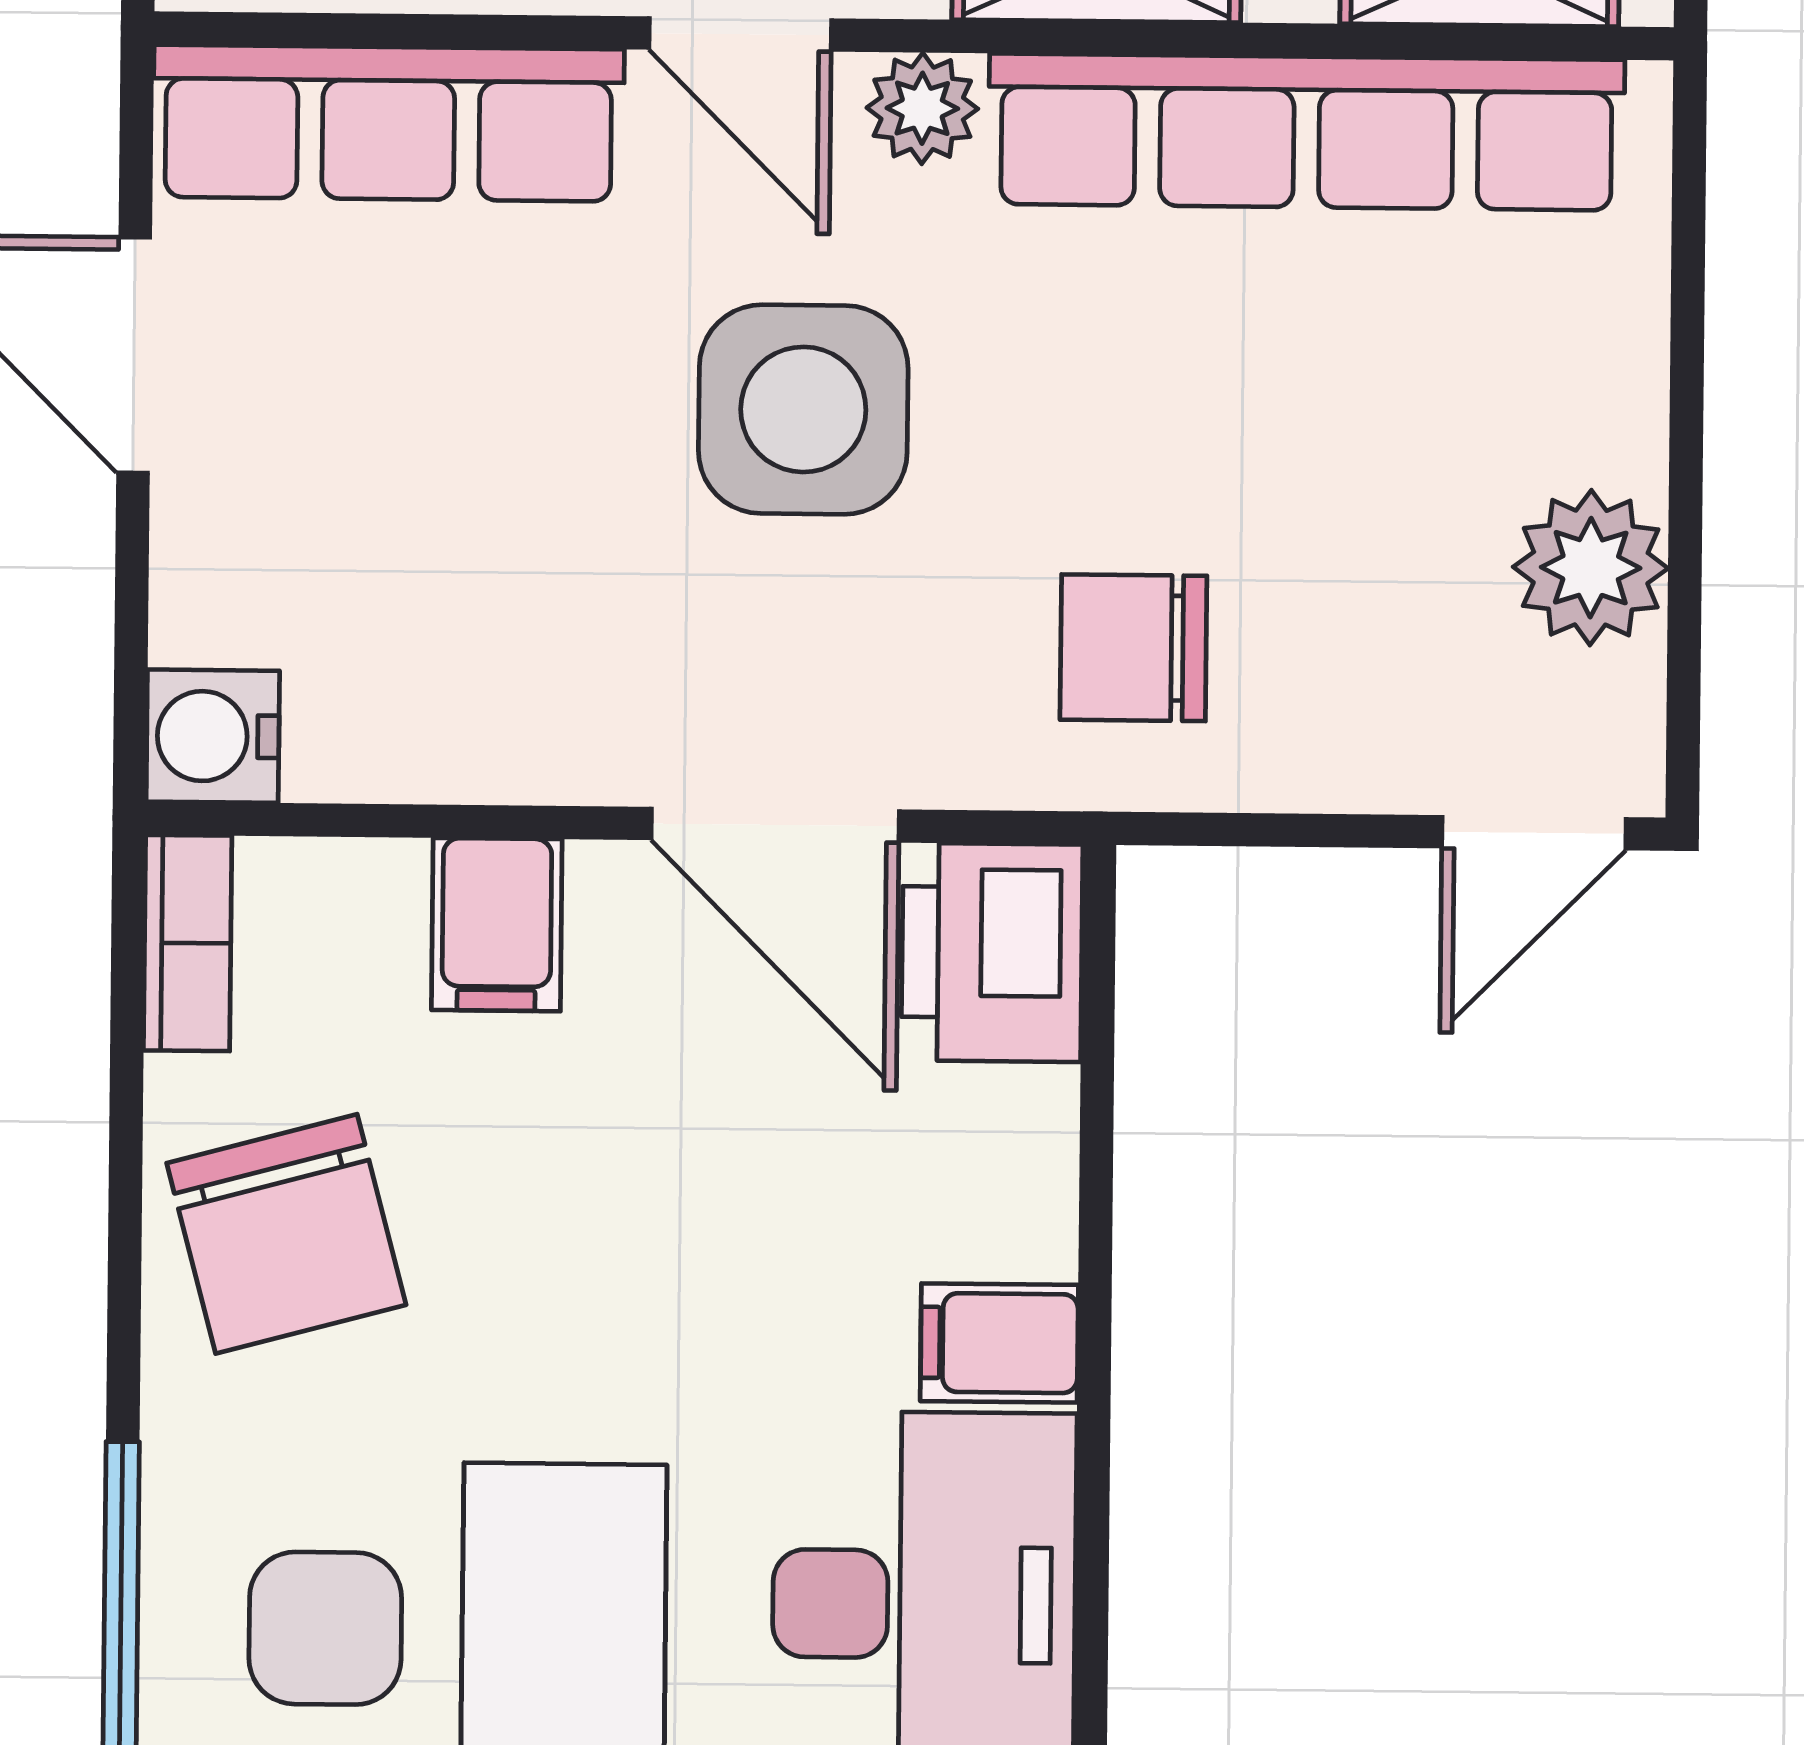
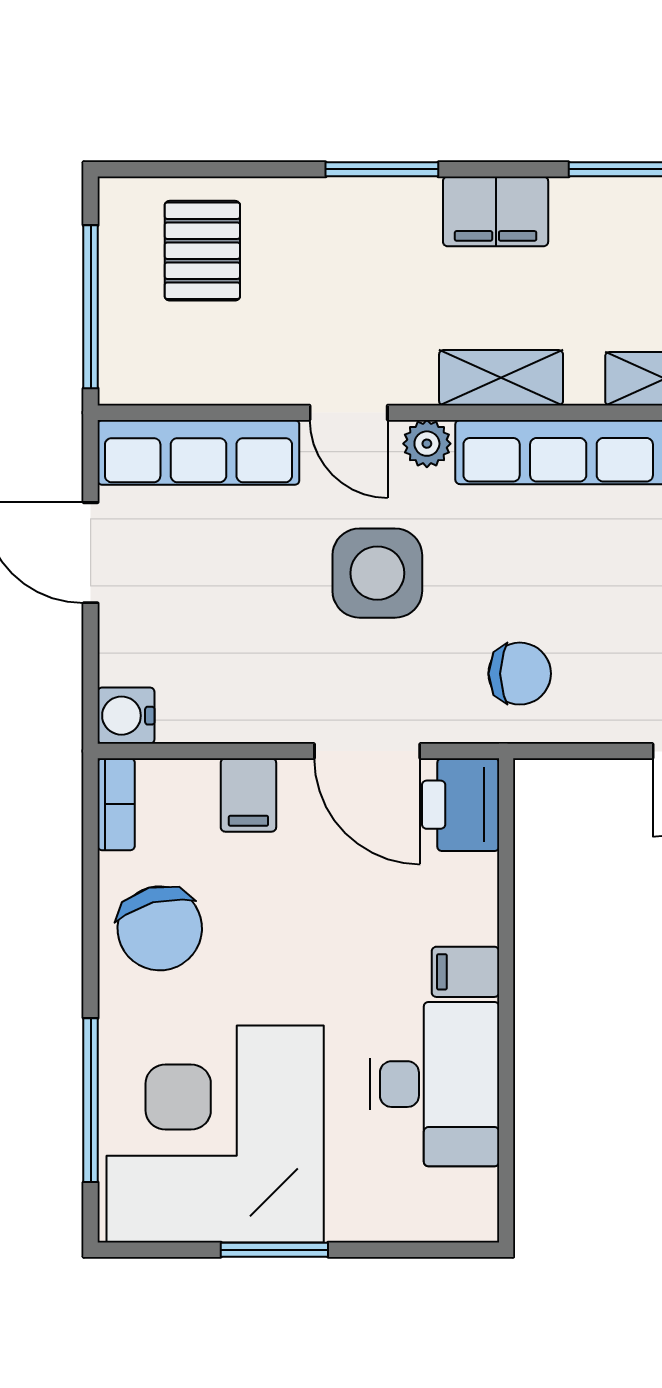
chair: (1133, 648) -> (520, 674), turned 180

